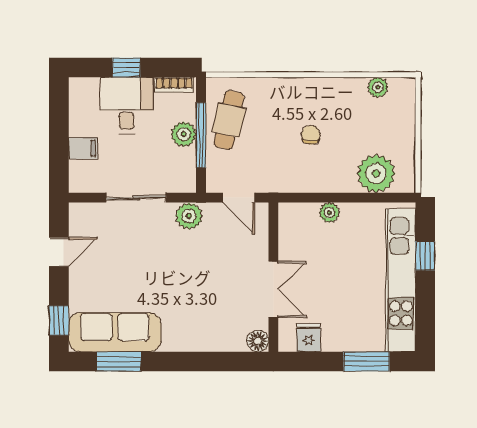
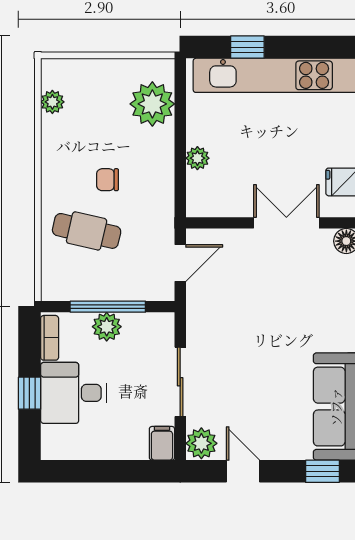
cafe table: (229, 120) -> (87, 231), moved
filing cabinet: (83, 148) -> (162, 443), moved
plant: (189, 216) -> (201, 443), moved

